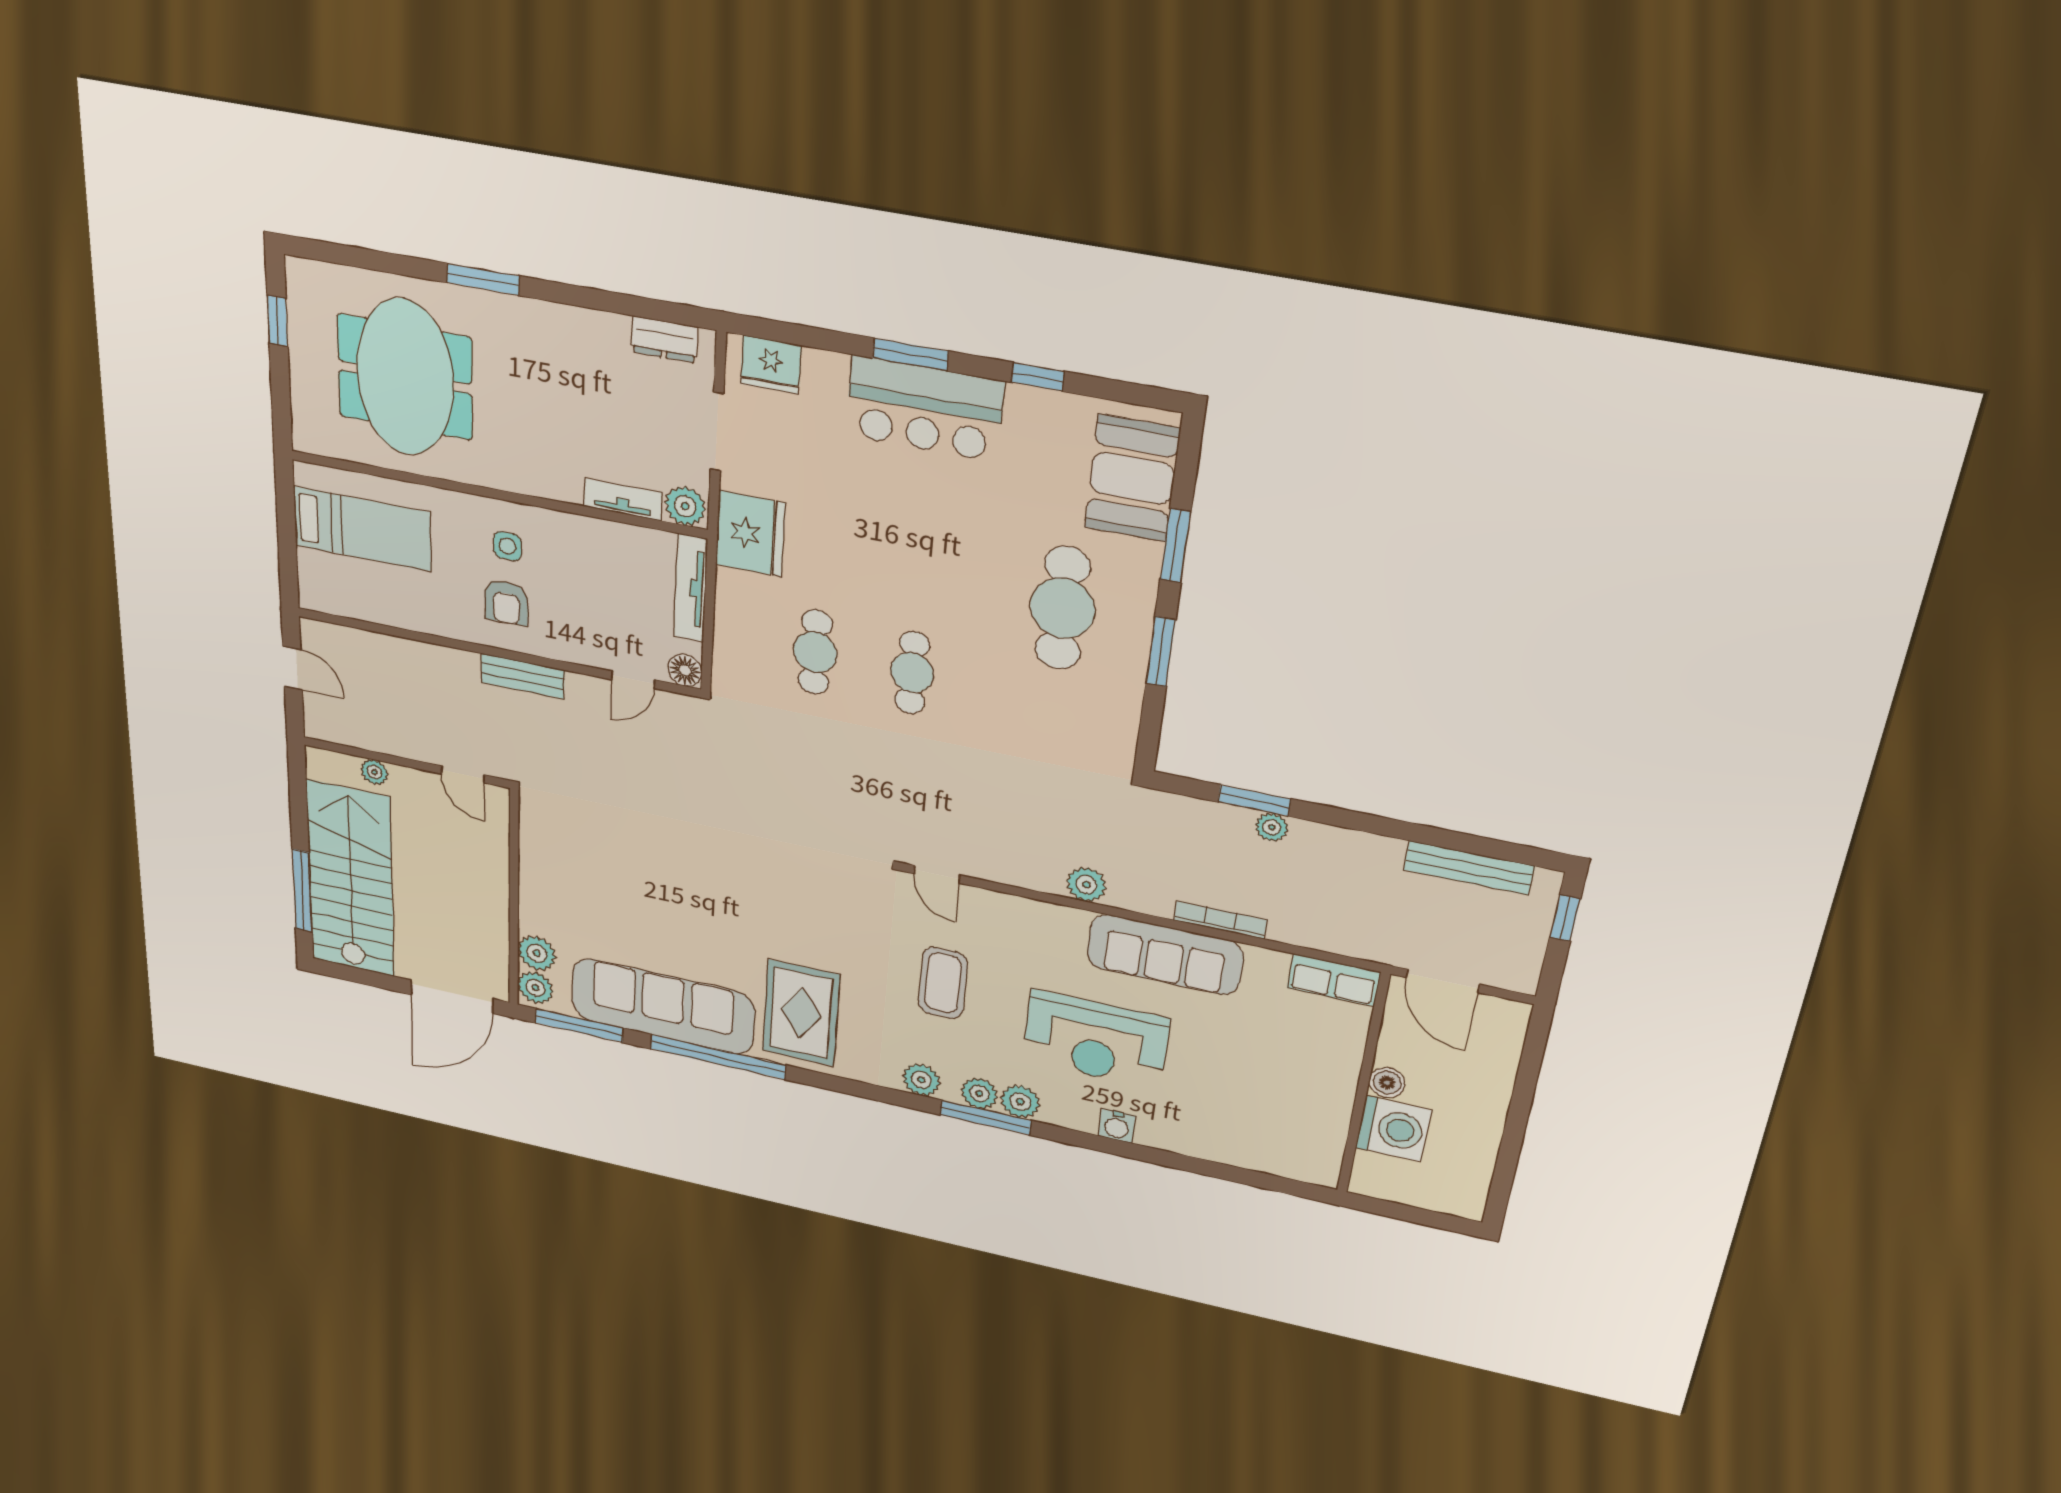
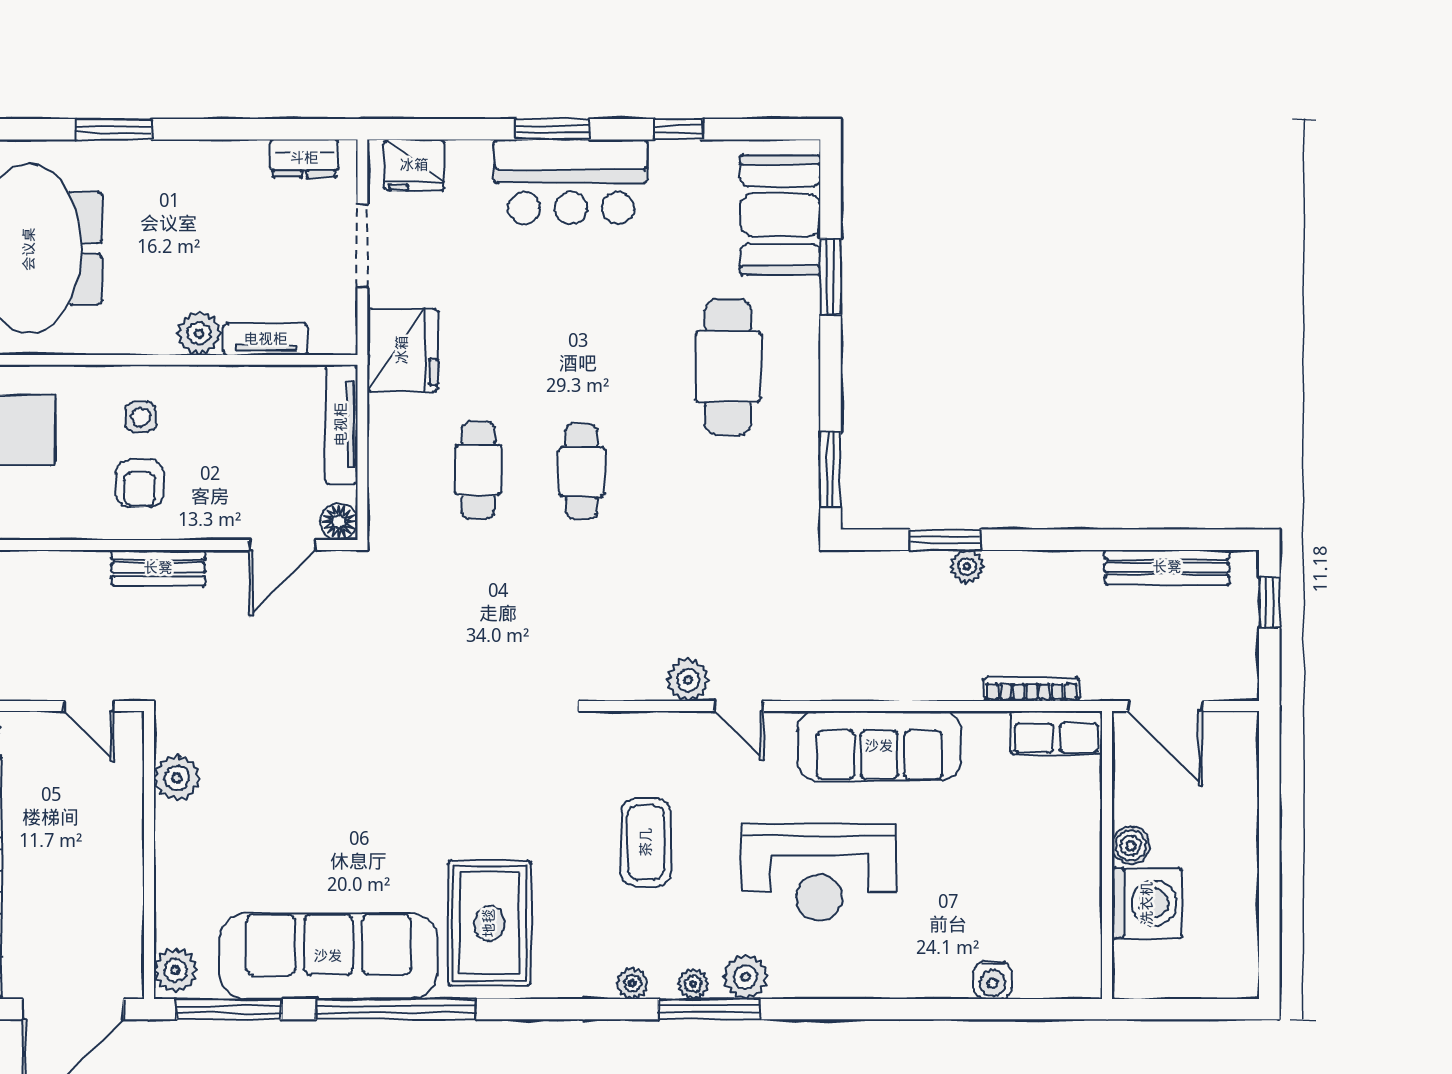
plant: (685, 506) -> (199, 333), moved
window: (1161, 652) -> (831, 470), moved
door: (633, 680) -> (282, 545), width x1.38
door: (937, 874) -> (739, 706), moved
plant: (1086, 885) -> (688, 680), moved
bookcase: (1220, 920) -> (1032, 689), moved
plant: (537, 953) -> (177, 778), moved
plant: (921, 1080) -> (632, 983), width x0.73, depth x0.73
plant: (979, 1093) -> (693, 984), width x0.73, depth x0.73
water cooler: (1117, 1126) -> (993, 980), moved

